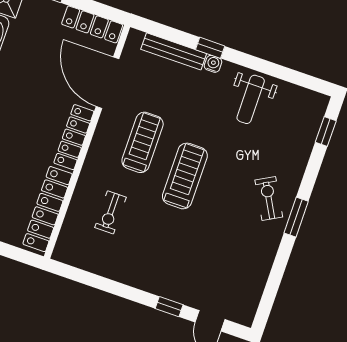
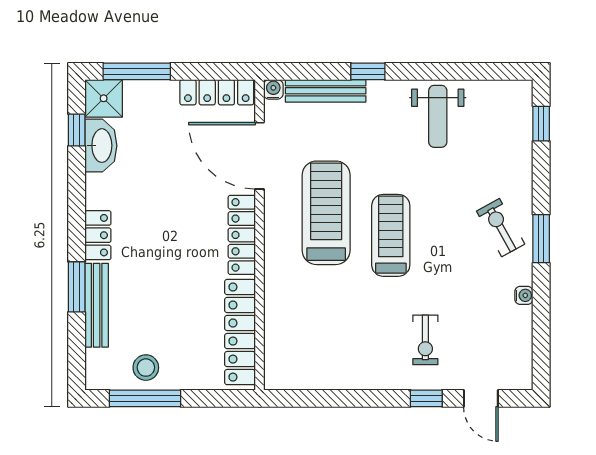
water cooler: (213, 64) -> (273, 89), moved
treadmill: (143, 142) -> (326, 213), width x1.37, depth x1.38
exercise bike: (110, 212) -> (425, 340), moved
water cooler: (269, 255) -> (524, 295), added

